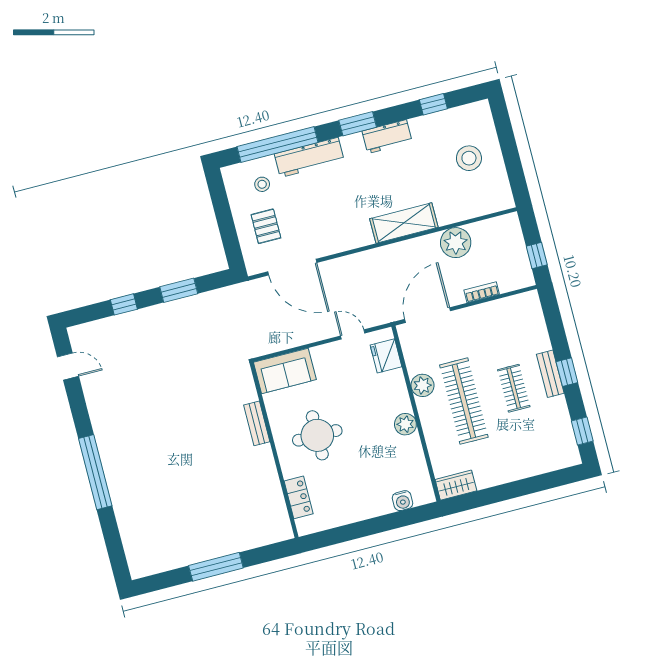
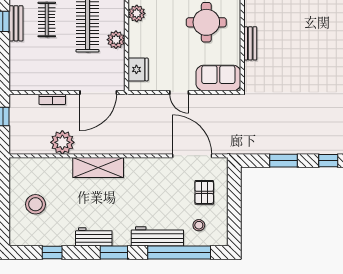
door: (353, 334) -> (179, 92), moved

